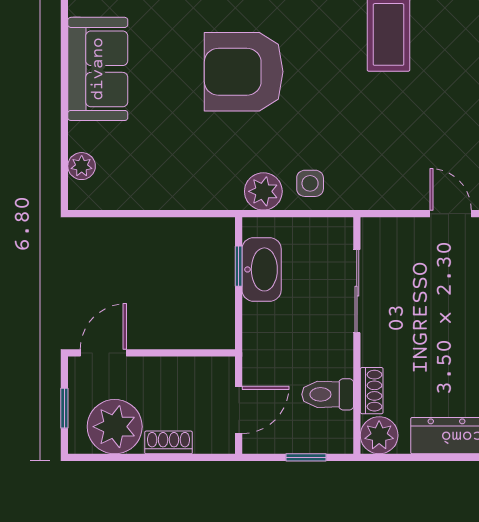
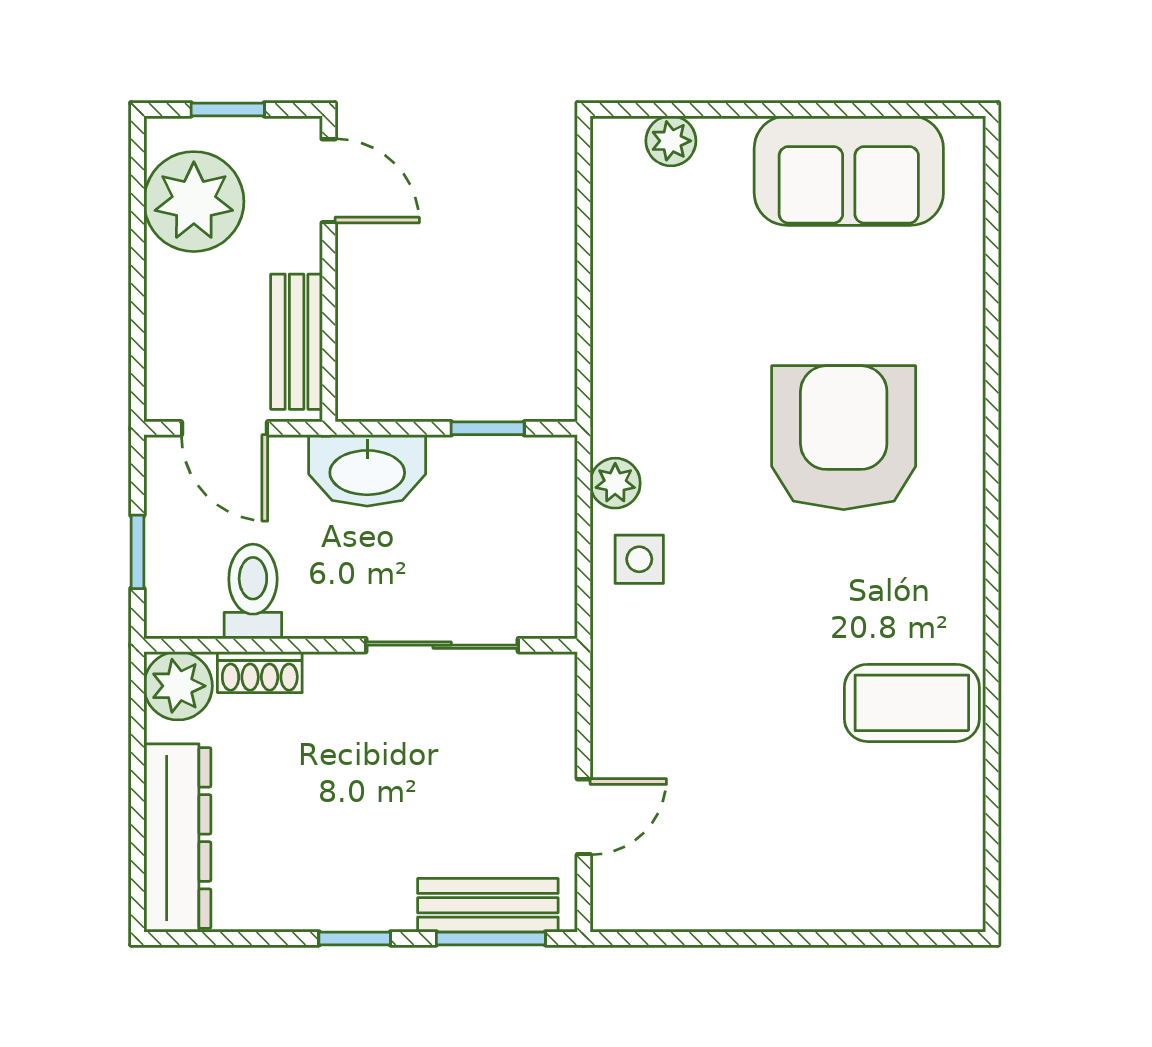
plant: (263, 191) -> (615, 483), width x0.73, depth x0.73
washbasin: (262, 269) -> (367, 470), moved
bench: (191, 371) -> (297, 342), added
shoe rack: (169, 442) -> (165, 300), removed

